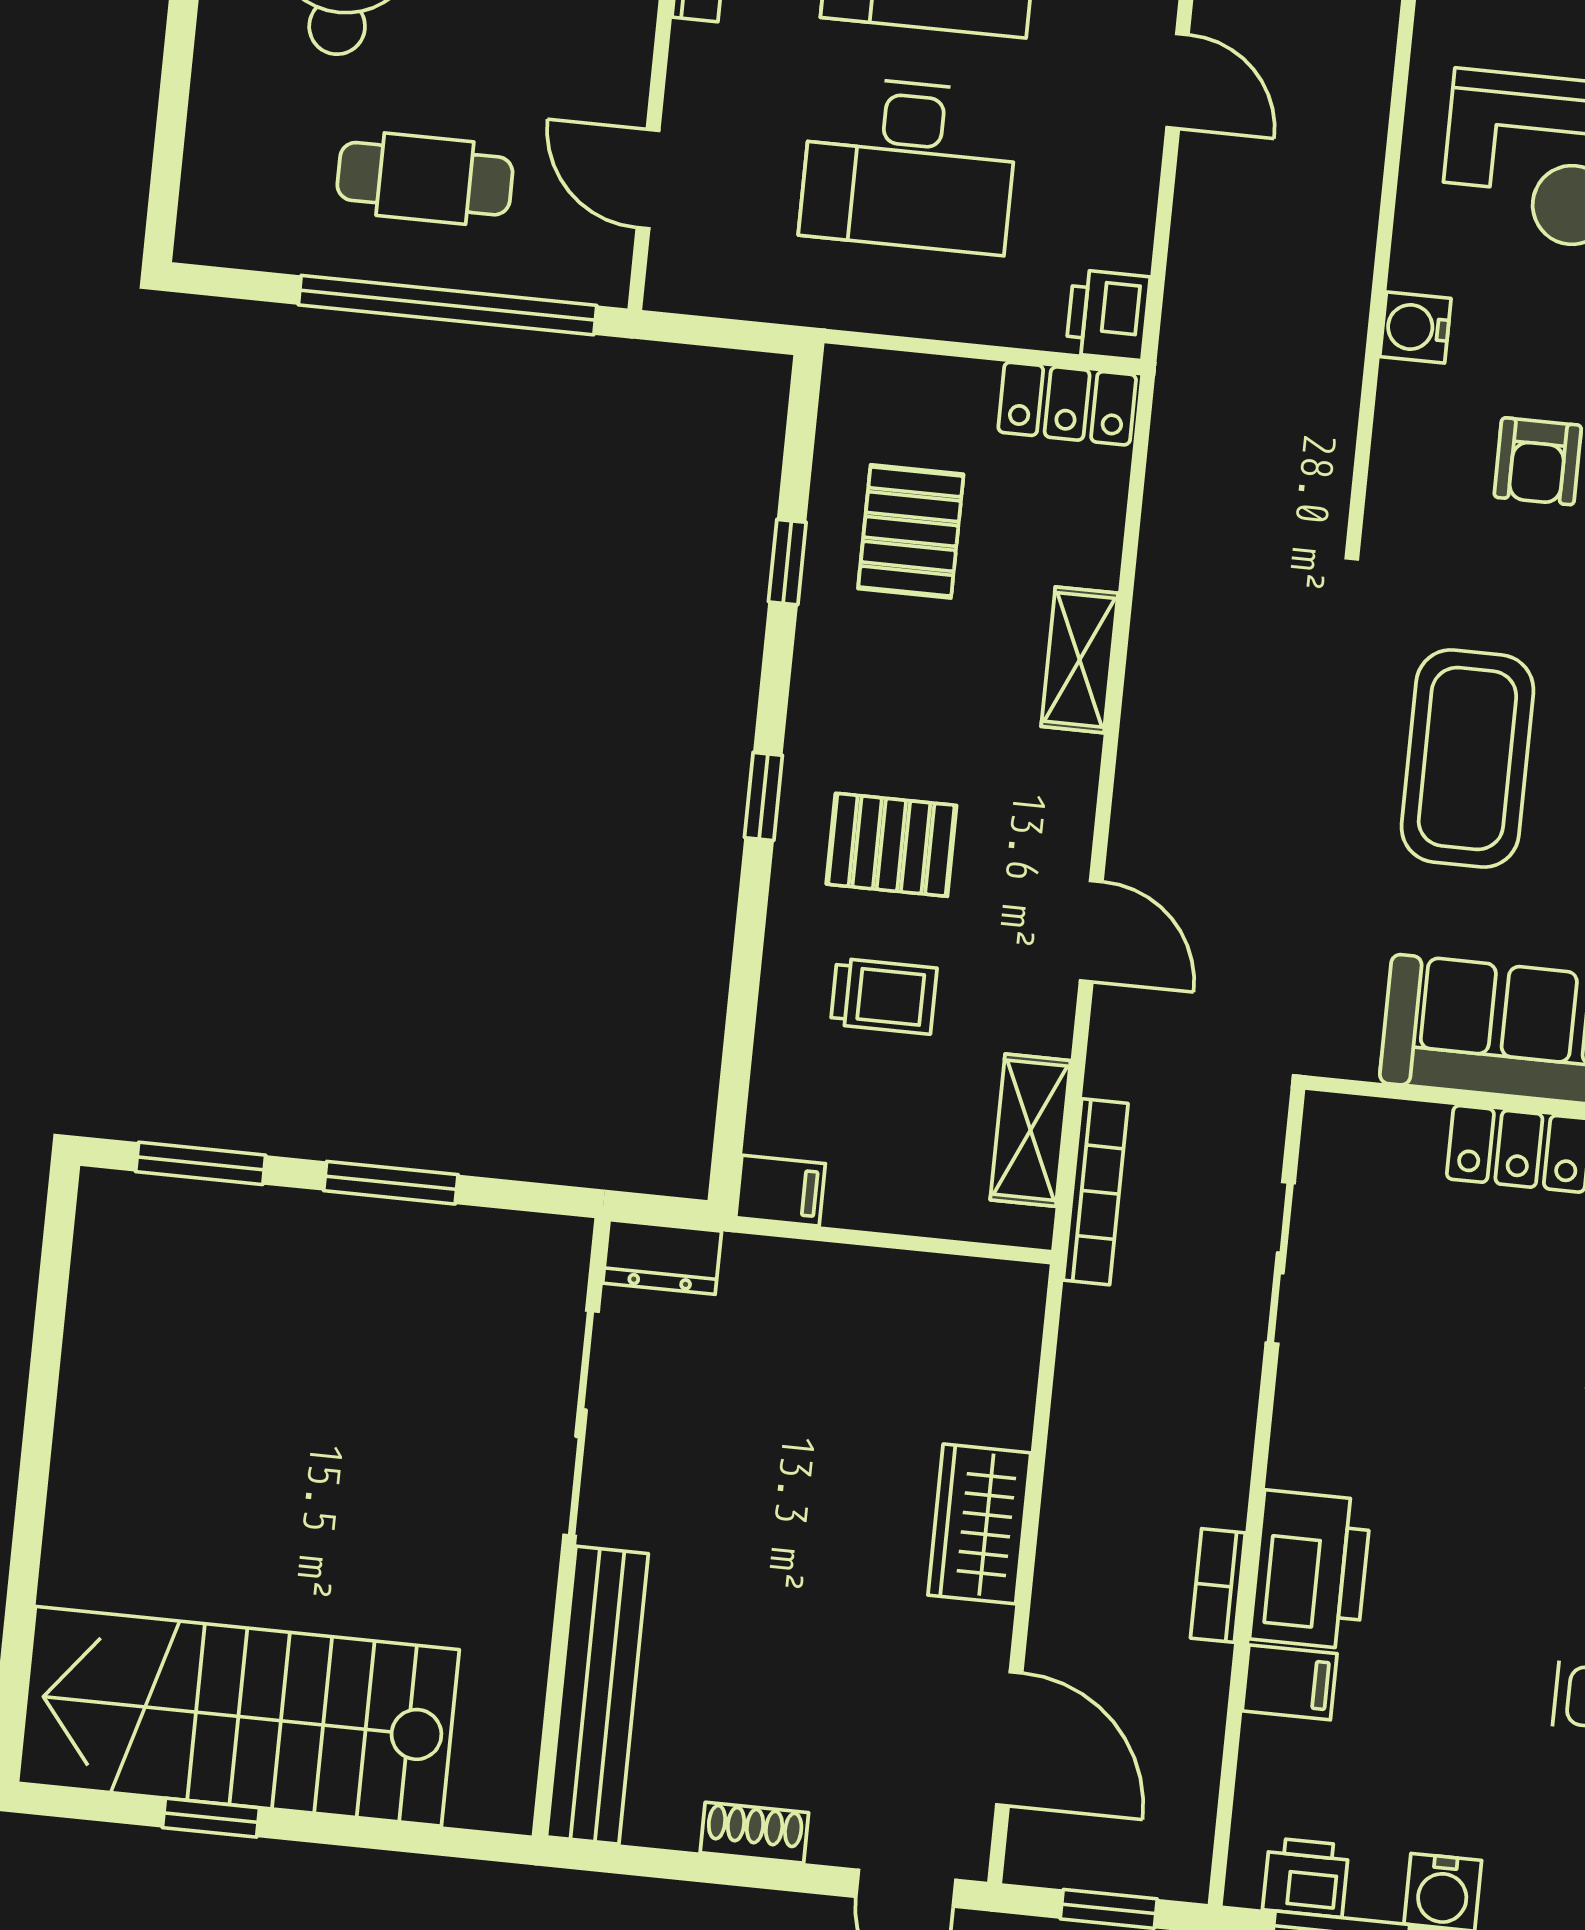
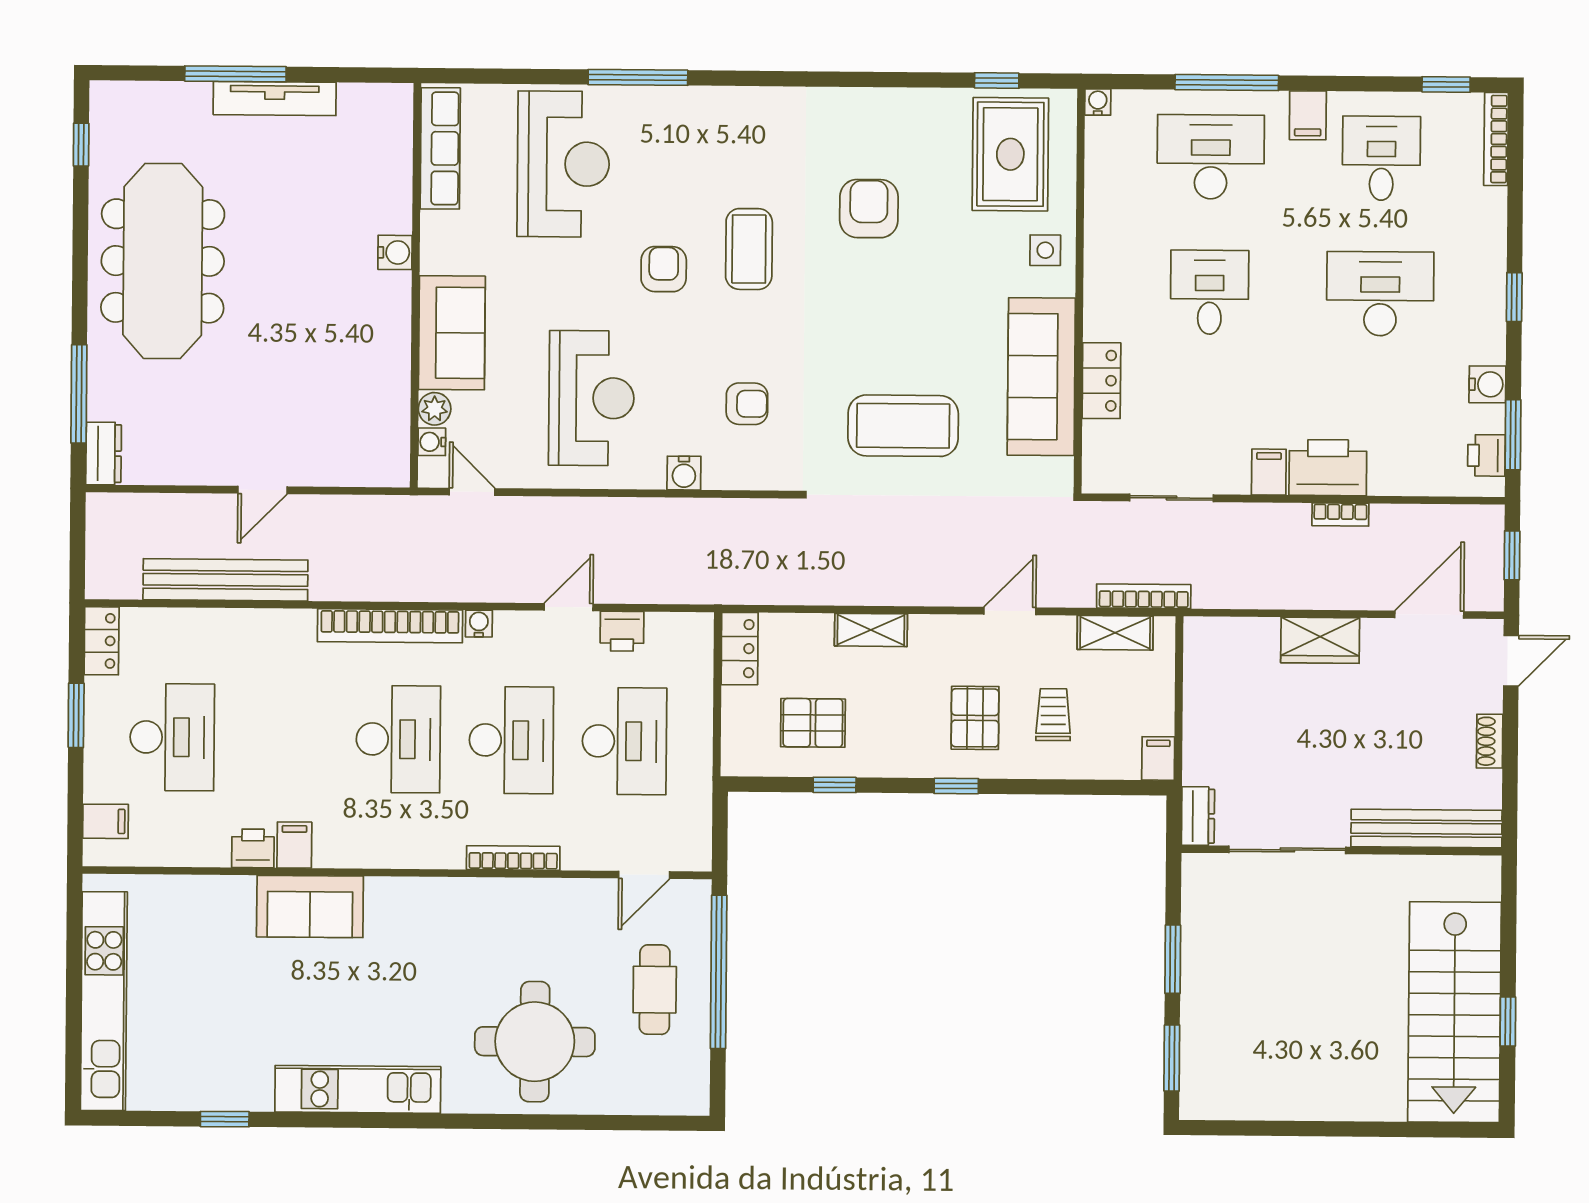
printer: (1108, 315) -> (622, 631), moved
filing cabinet: (1290, 1682) -> (1269, 472), moved

